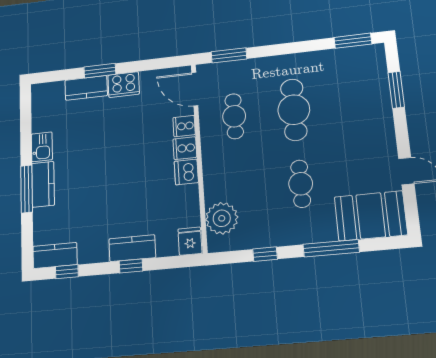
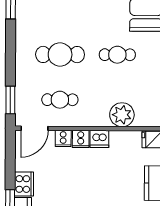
plant: (222, 218) -> (122, 115), moved

